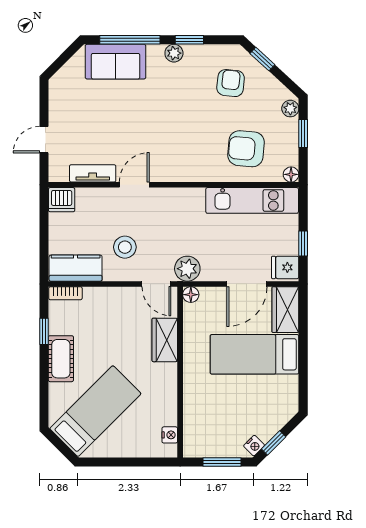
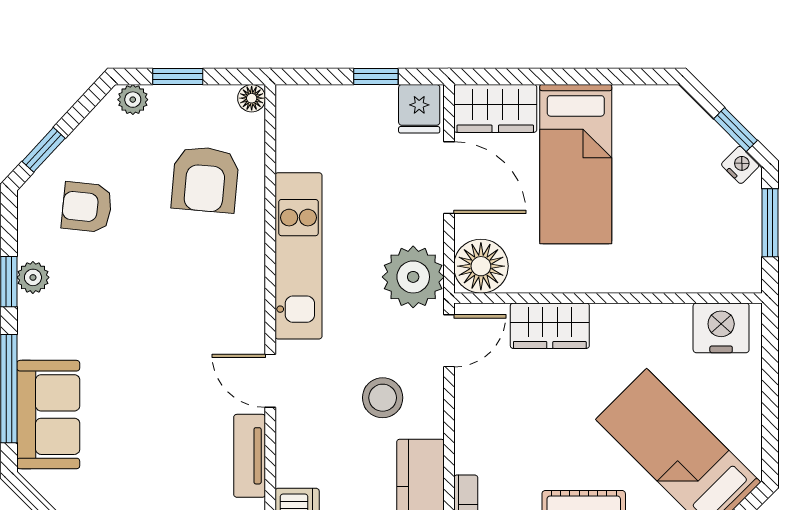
plant: (174, 53) -> (33, 277), moved
kitchen unit: (252, 200) -> (298, 256), moved
plant: (187, 269) -> (413, 277), width x1.36, depth x1.36
floor lamp: (191, 295) -> (481, 266), width x1.89, depth x1.89
nightstand: (170, 435) -> (721, 328), width x1.89, depth x1.79

